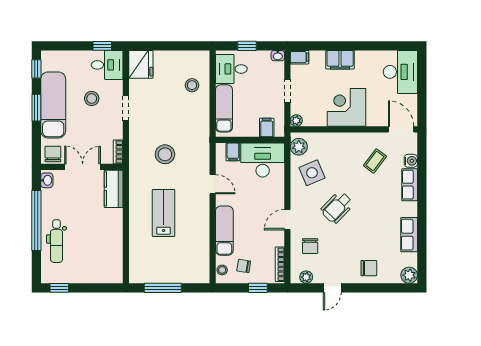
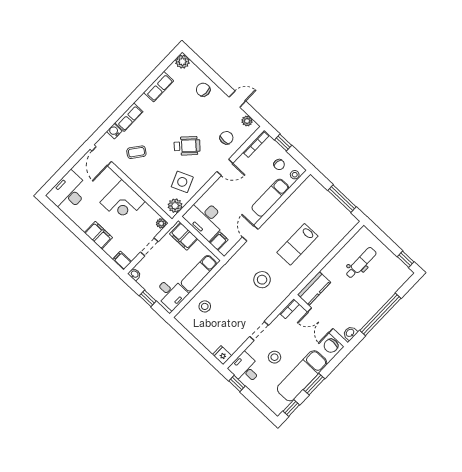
fridge: (141, 64) -> (222, 355), width x0.53, depth x0.75
filing cabinet: (267, 128) -> (184, 236), width x2.00
dental chair: (57, 241) -> (361, 263), moved

